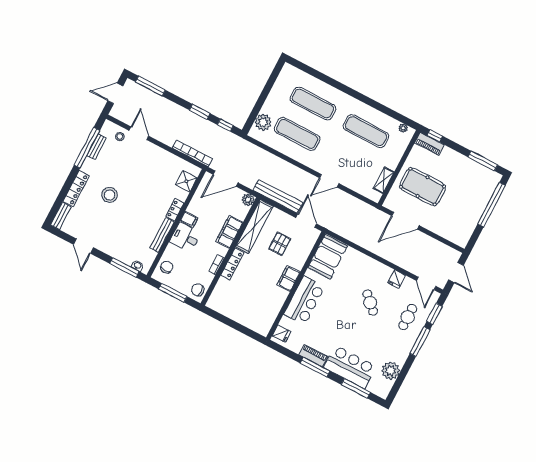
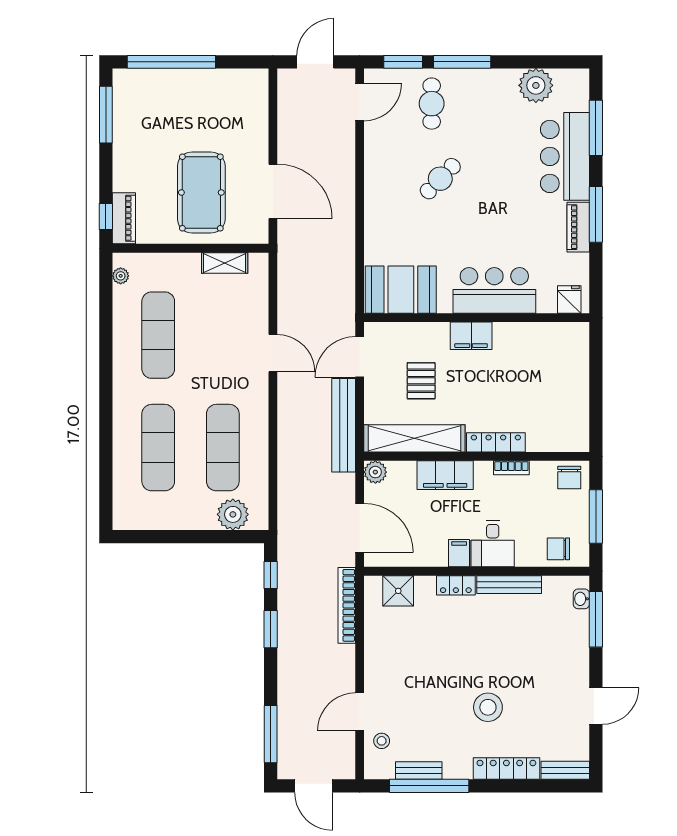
pallet: (280, 244) -> (421, 381), turned 90
fridge: (396, 279) -> (378, 155), removed
cafe table: (408, 317) -> (432, 104), turned 90

